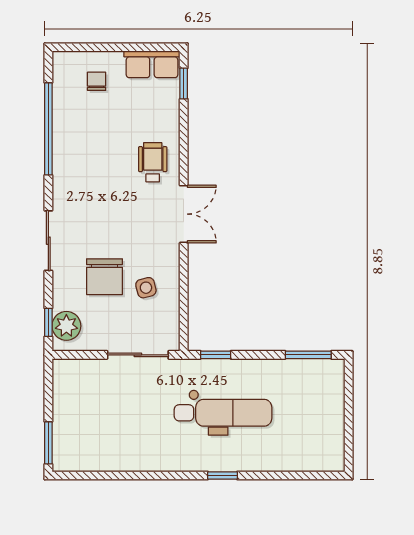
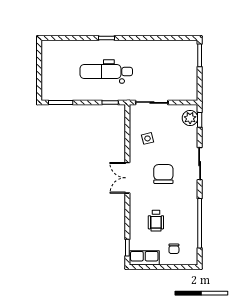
wheelchair: (153, 162) -> (156, 221), moved
chair: (104, 277) -> (163, 174), moved

